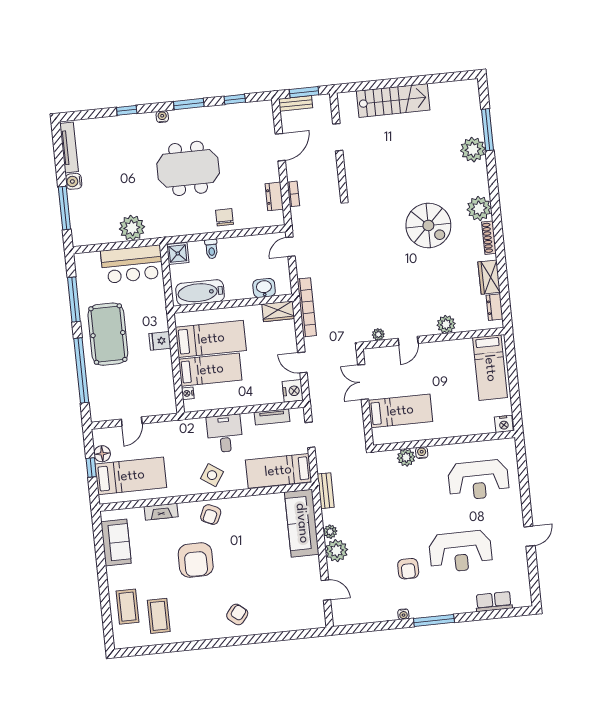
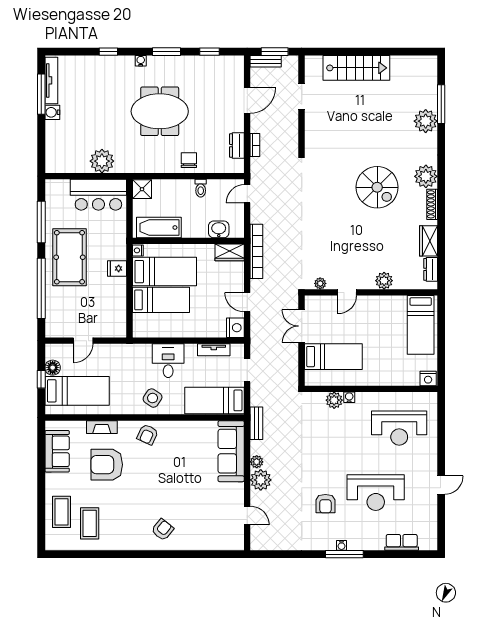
window: (64, 208) -> (41, 94), moved
toilet: (211, 249) -> (201, 188), moved
nightstand: (188, 393) -> (138, 250), moved
armchair: (196, 560) -> (107, 465), moved, turned 90
water cooler: (403, 614) -> (342, 545), moved

